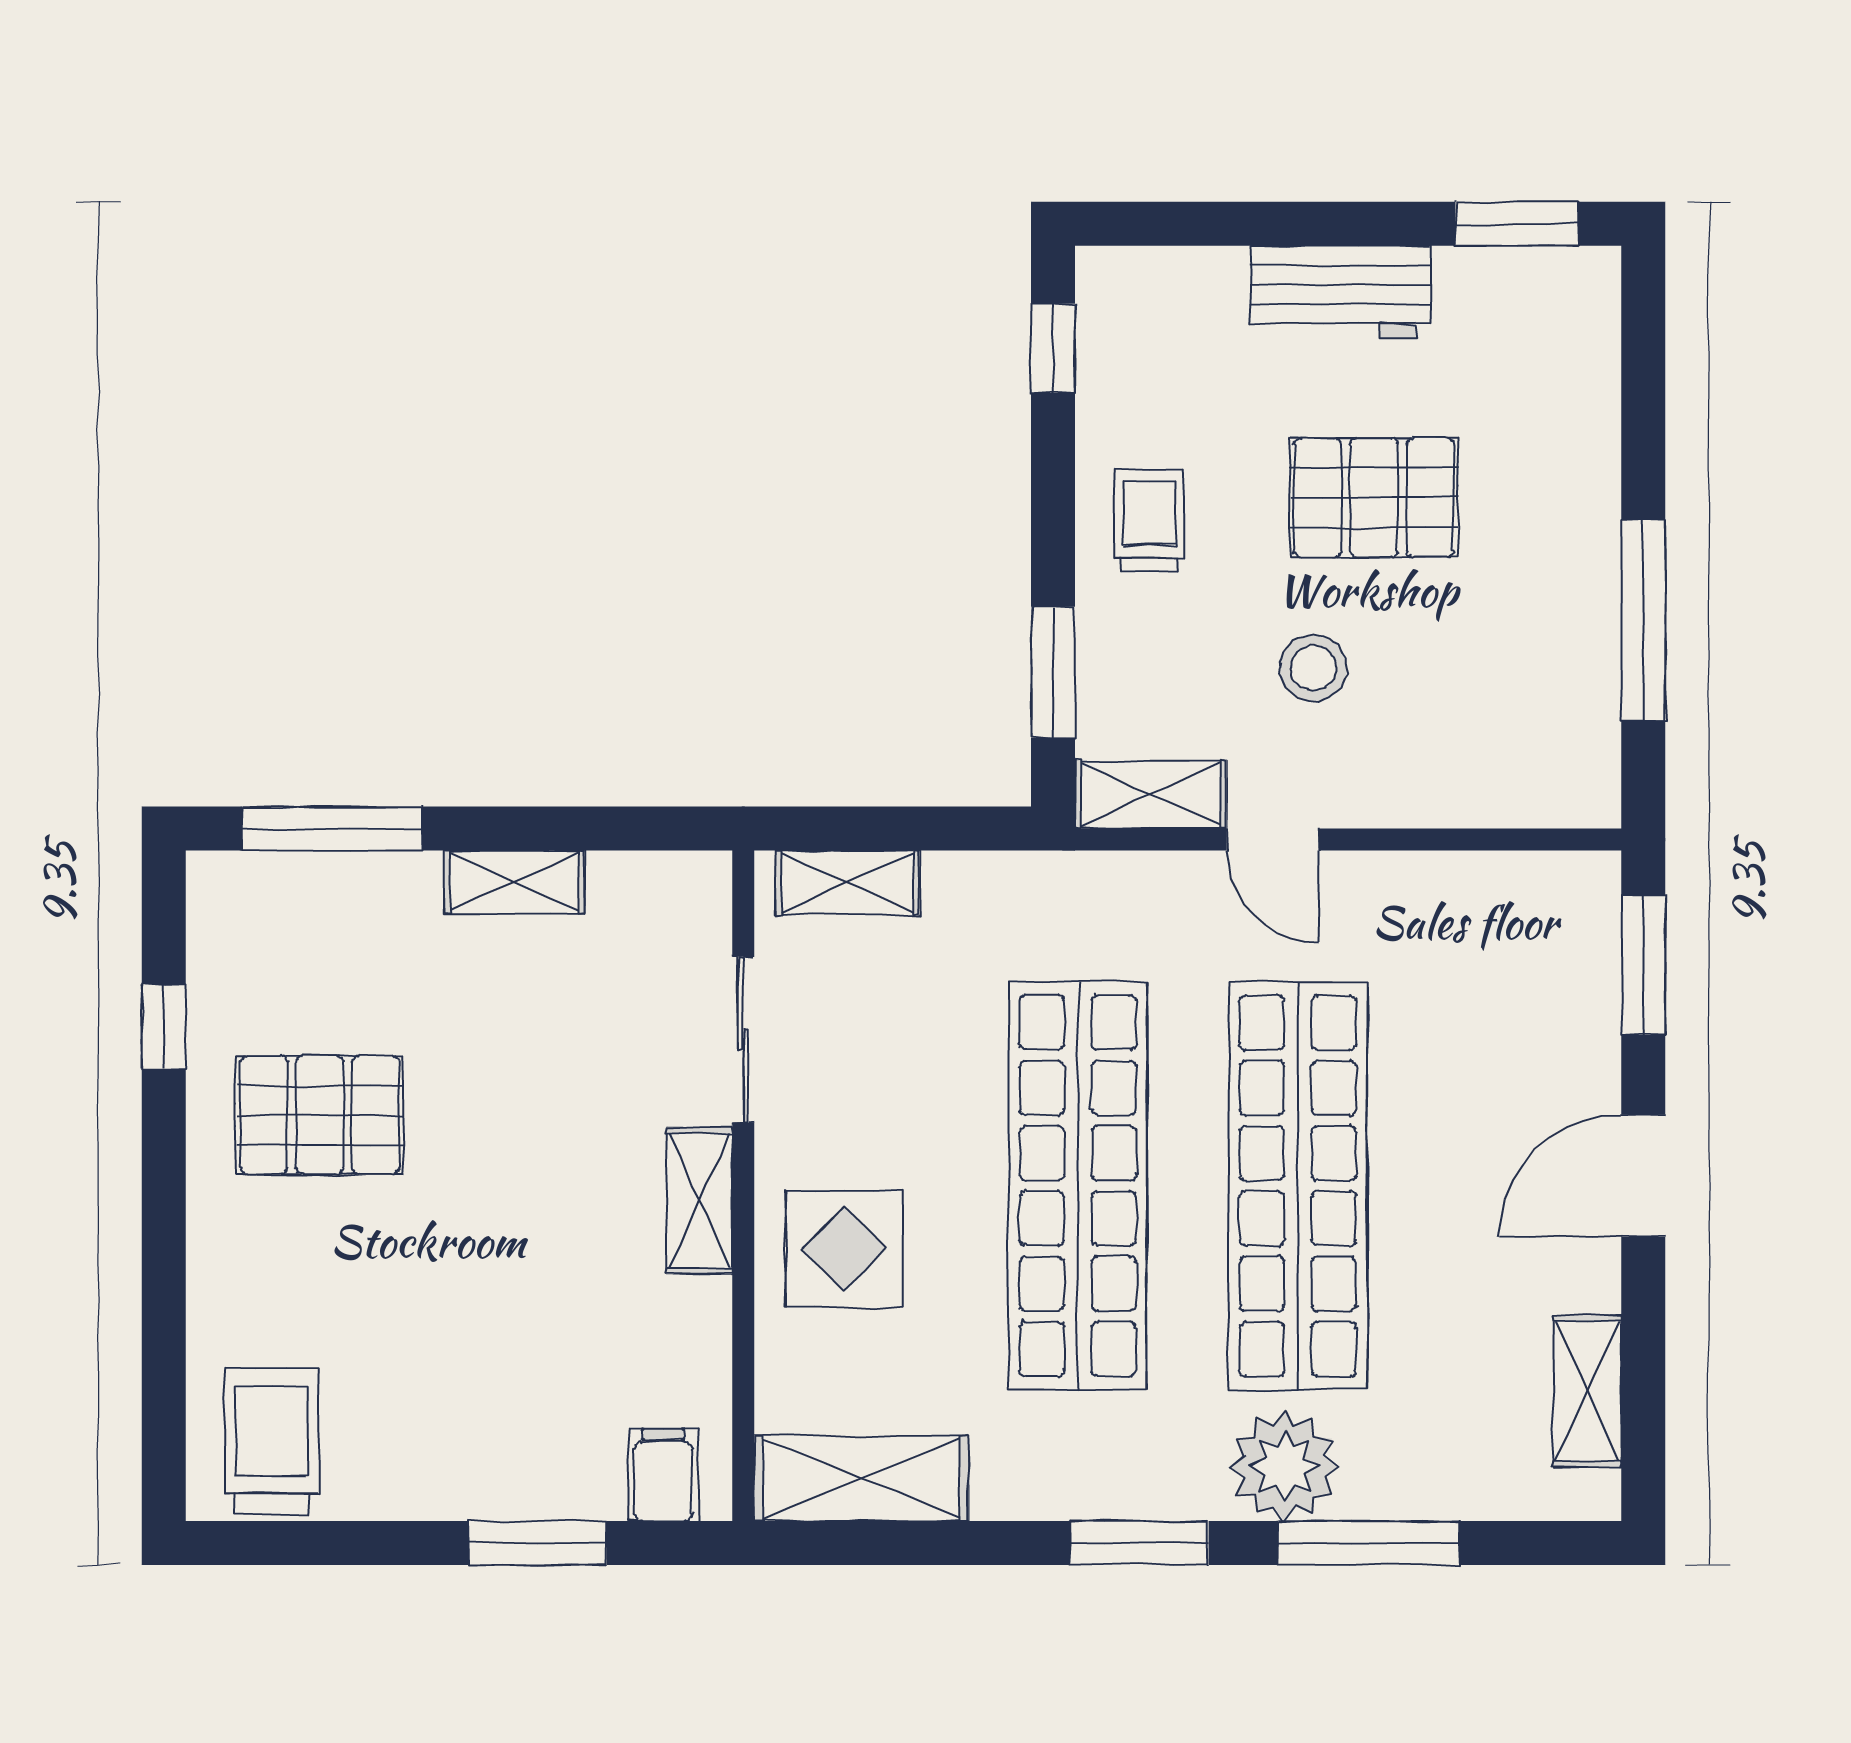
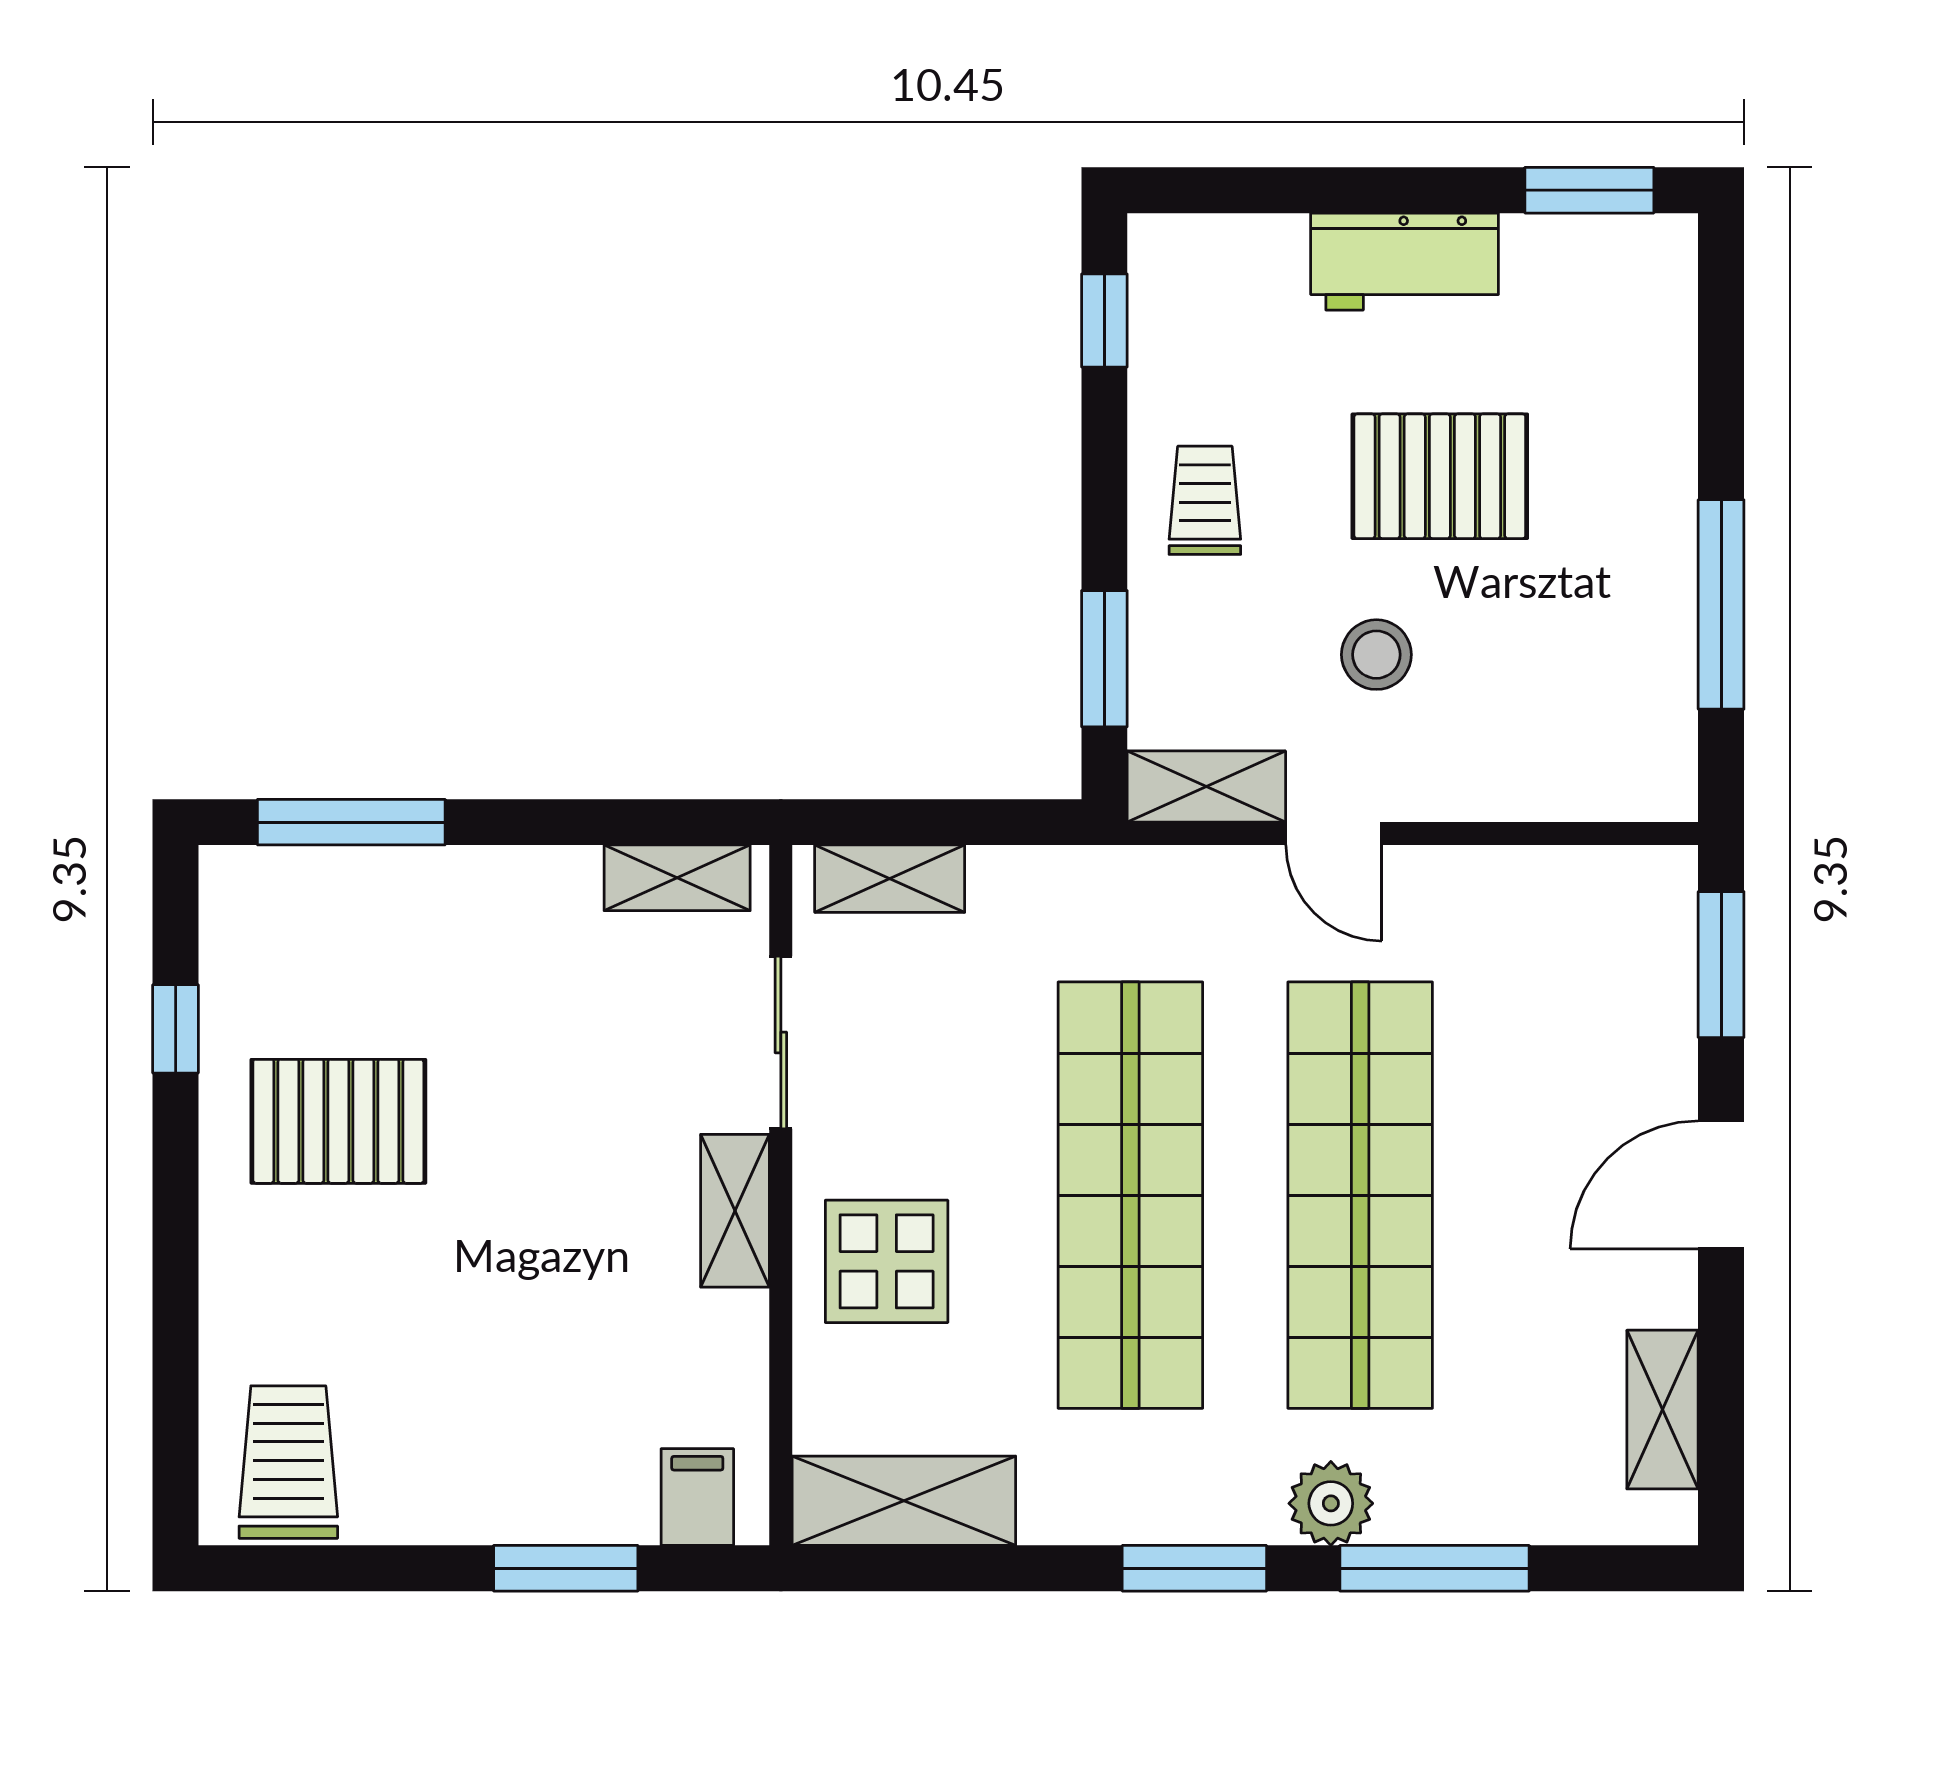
shelving: (514, 882) -> (677, 878), moved
plant: (1284, 1466) -> (1331, 1503), width x0.73, depth x0.73

